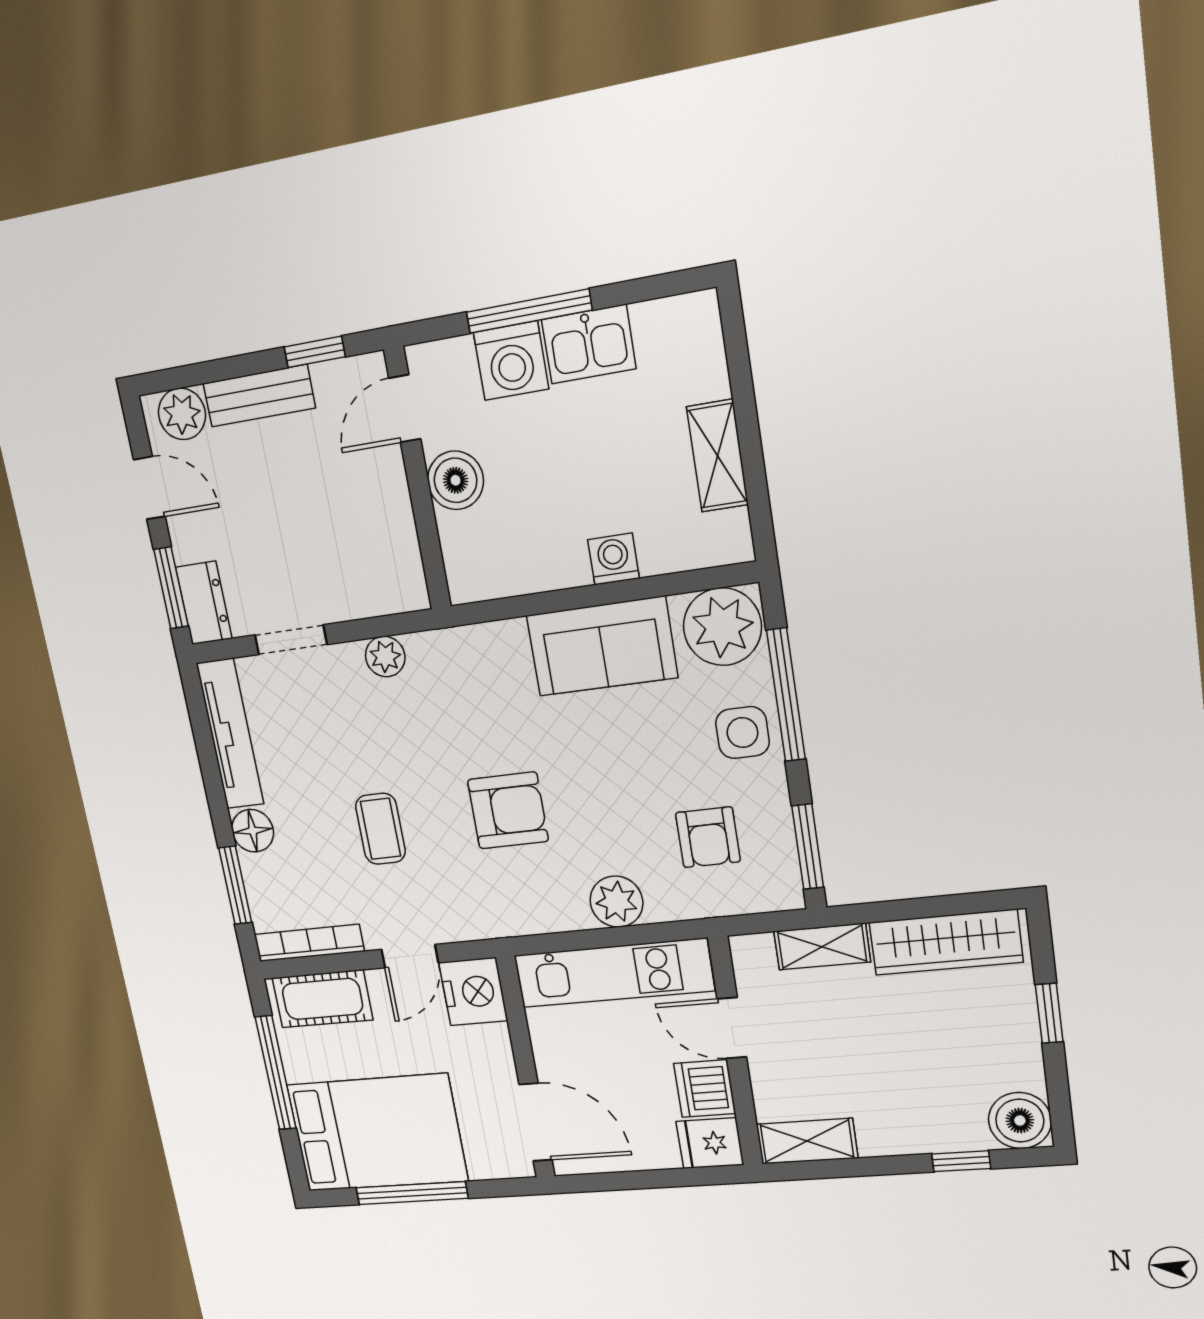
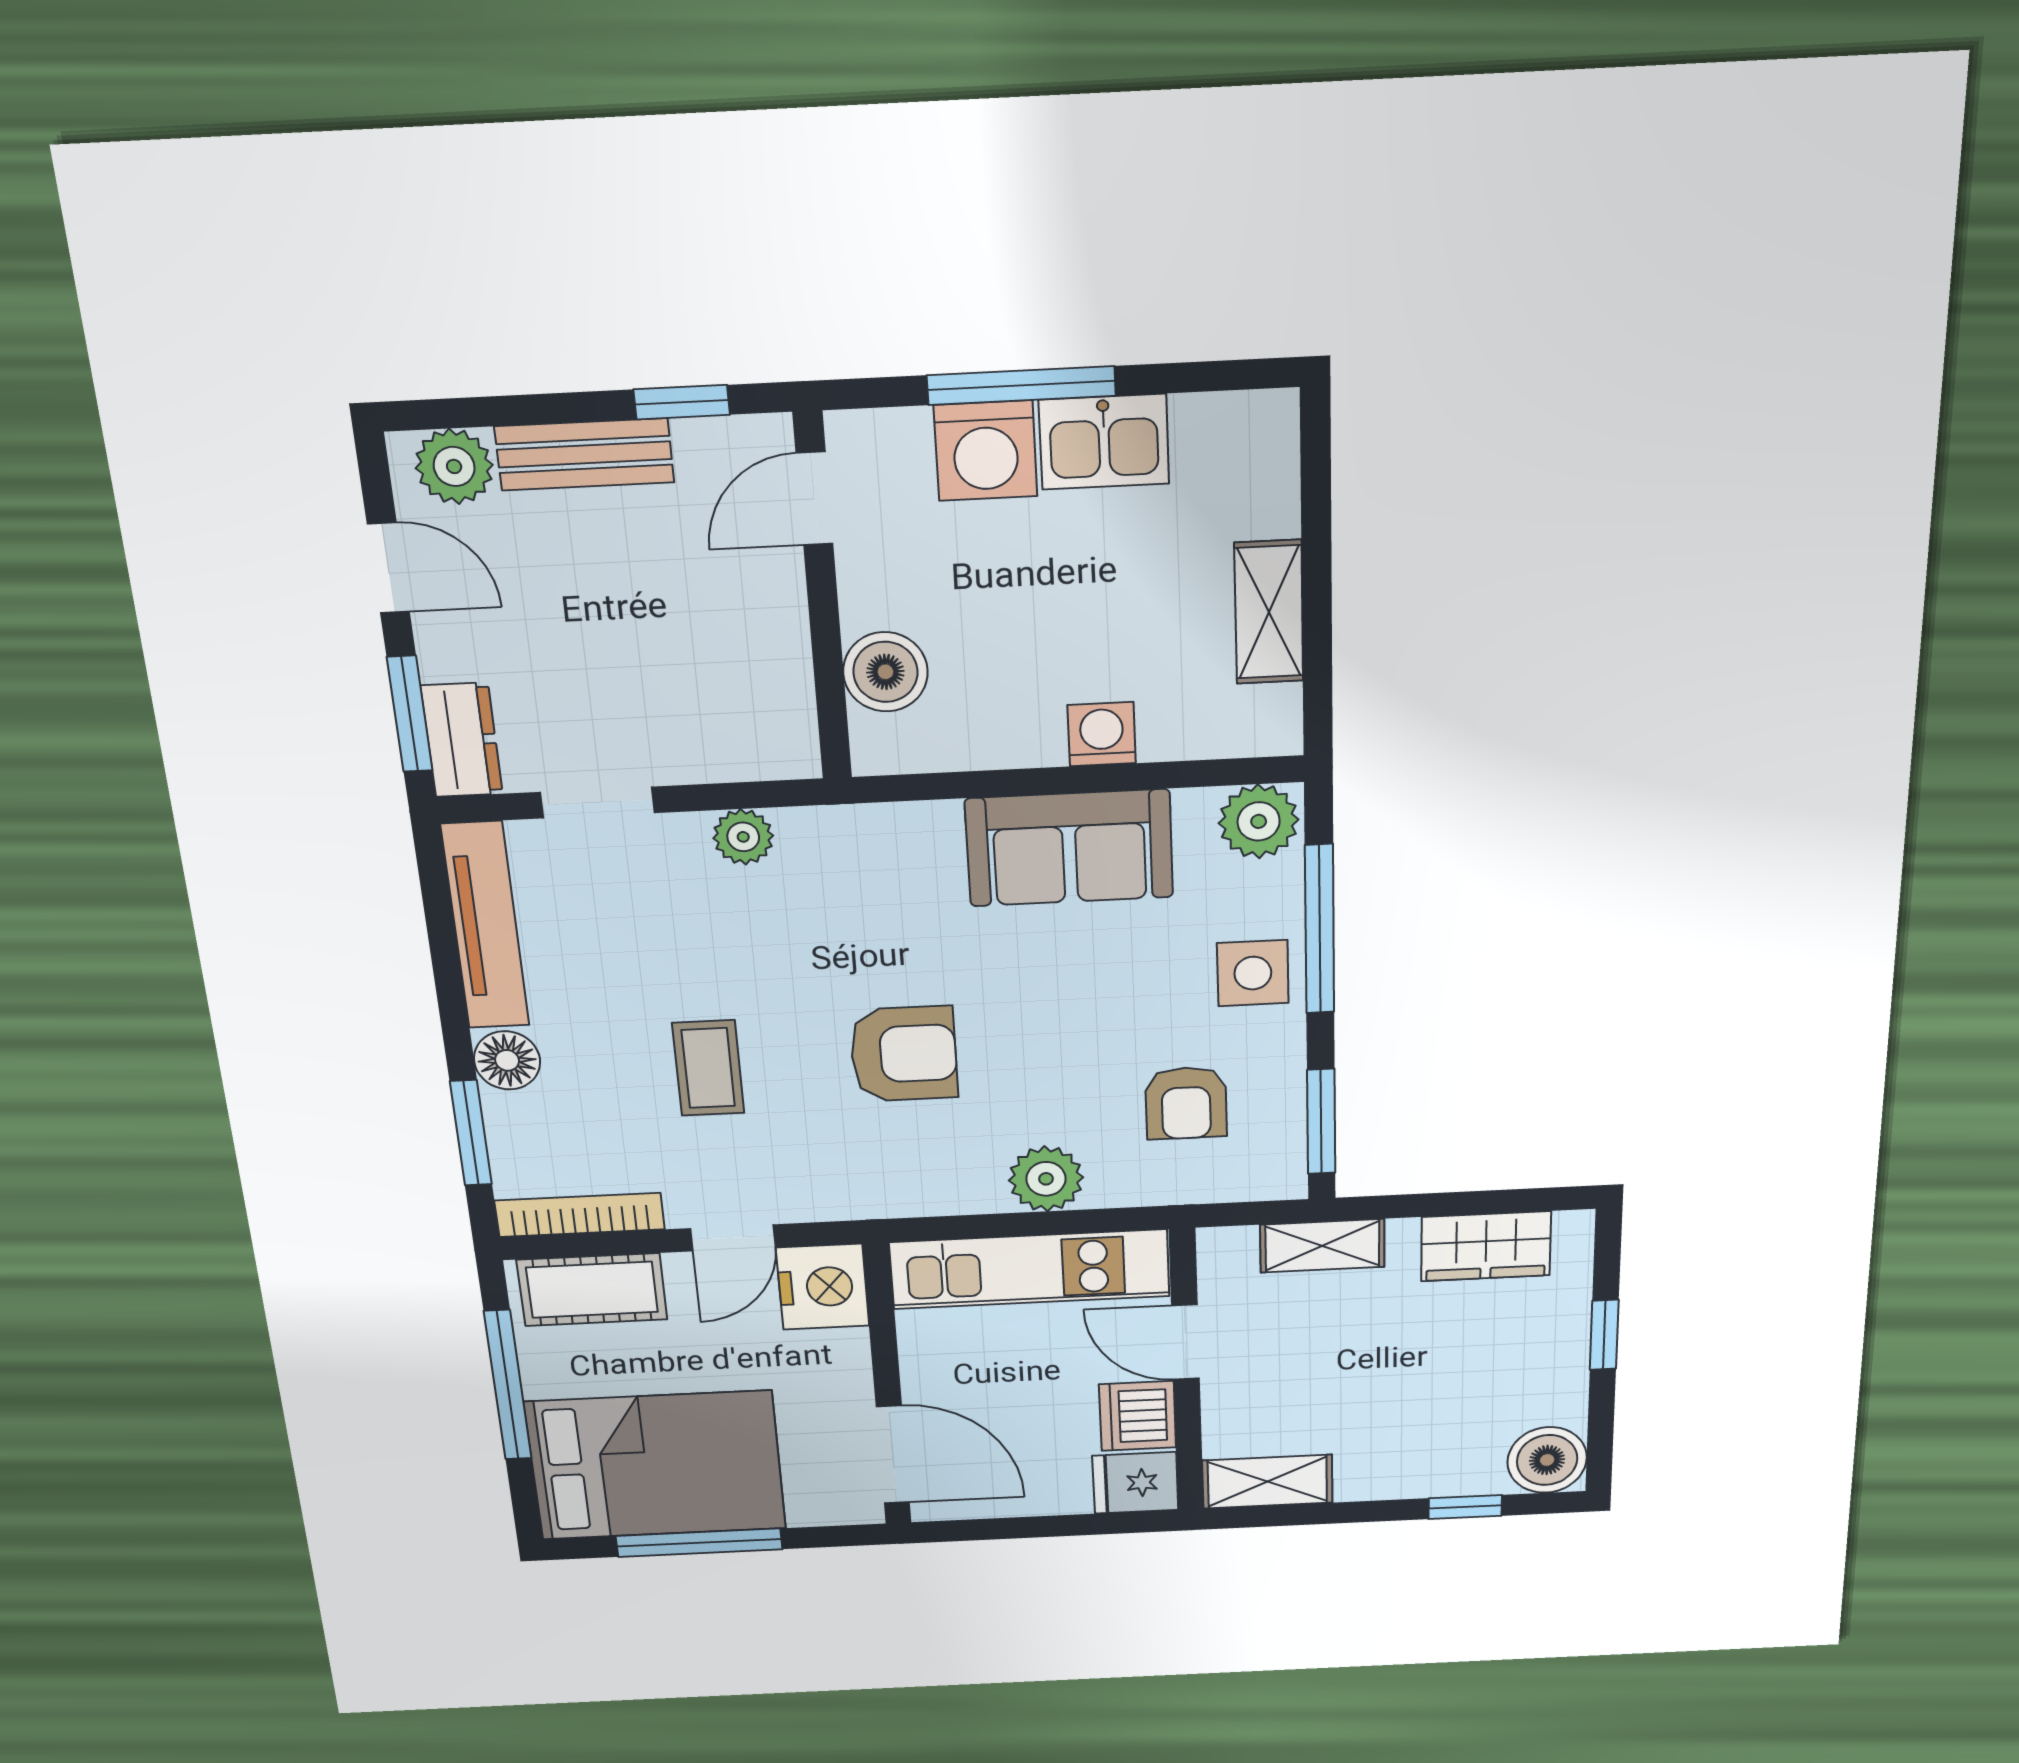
boiler: (456, 480) -> (885, 672), moved
plant: (722, 627) -> (1259, 821), width x0.73, depth x0.73
wardrobe: (946, 942) -> (1486, 1246), width x0.67

